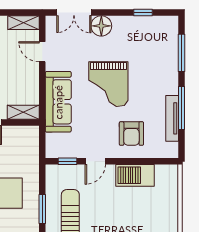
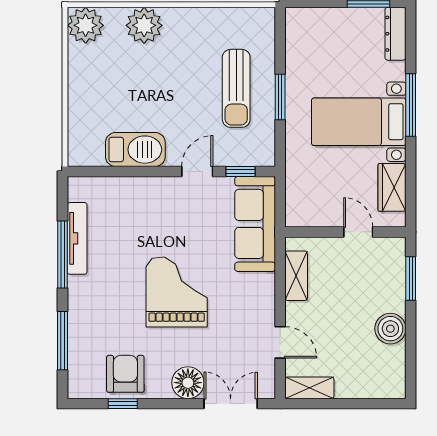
sofa: (58, 102) -> (255, 224), moved
shelving: (23, 112) -> (296, 276), moved, turned 90
armchair: (131, 133) -> (125, 374), moved

